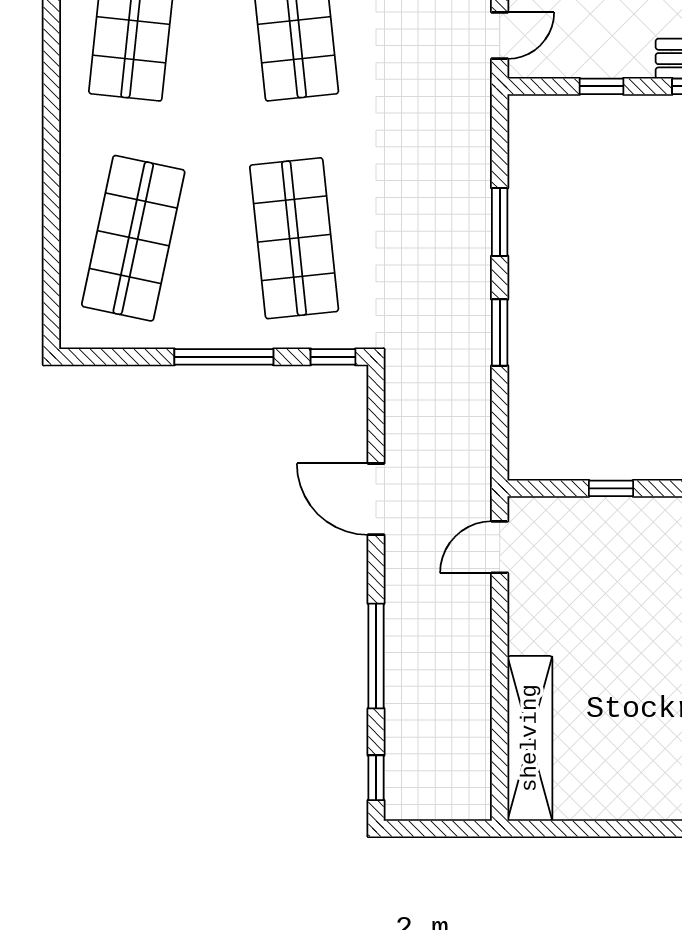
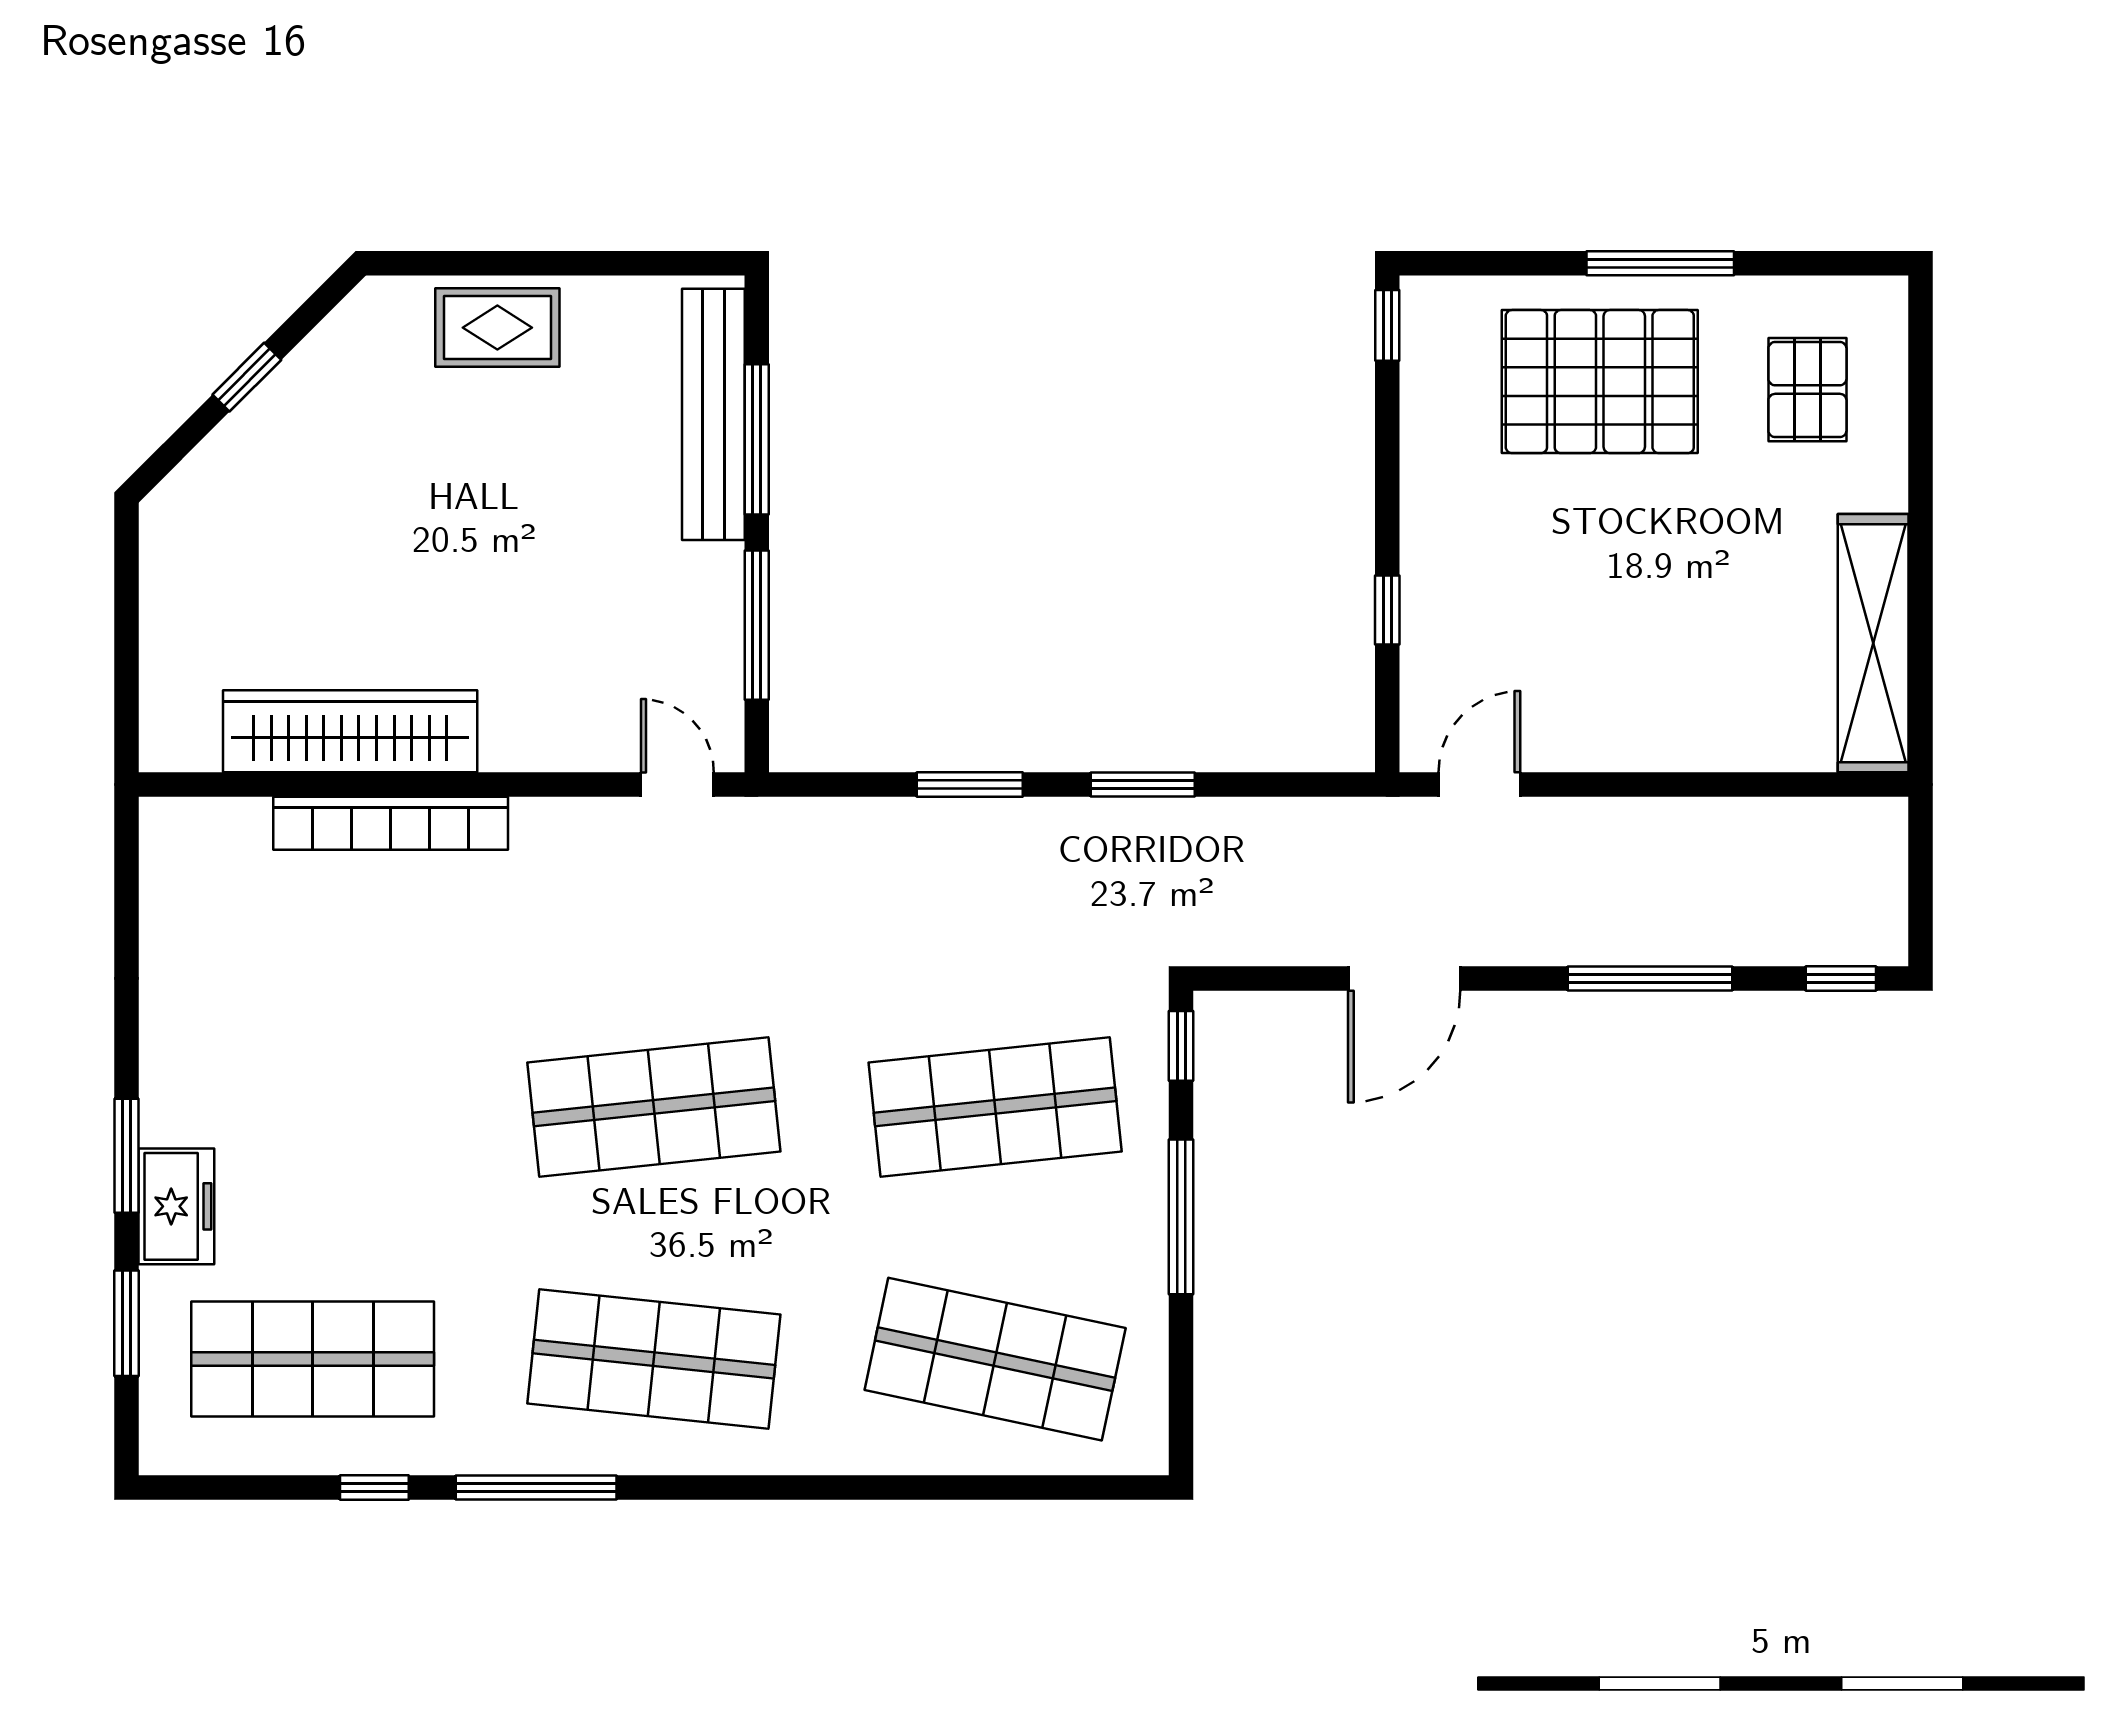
window: (601, 86) -> (757, 625), width x2.17
door: (500, 547) -> (1479, 785), swing flipped
shelving: (530, 738) -> (1873, 643), moved, turned 90

